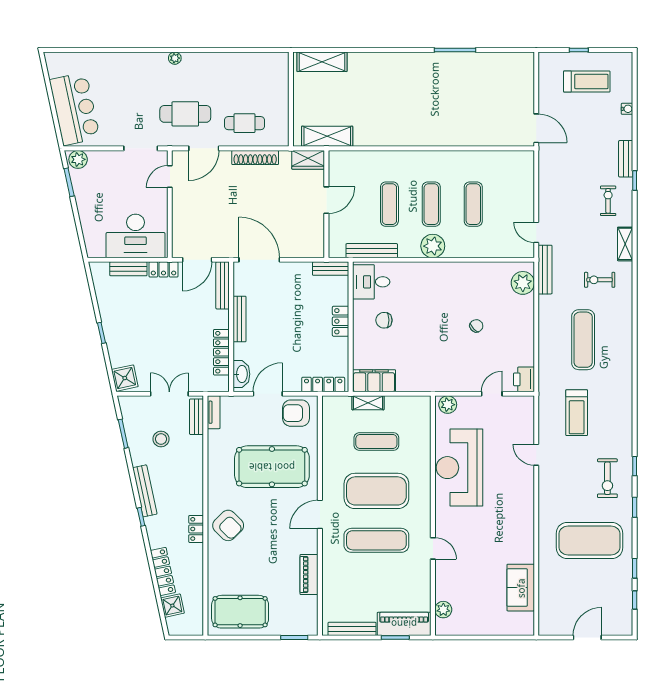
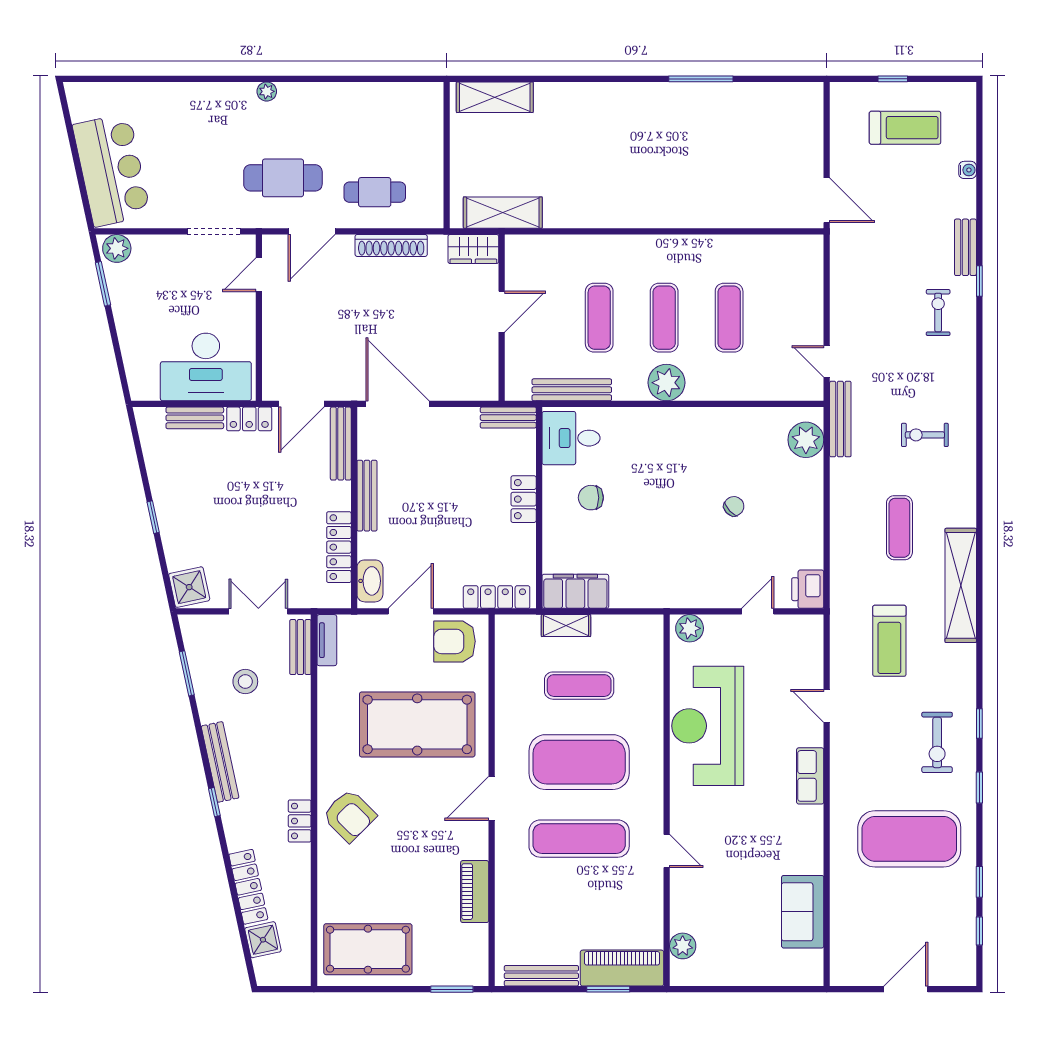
shelving: (625, 244) -> (961, 585), moved, width x2.20, depth x1.33
exercise mat: (583, 340) -> (899, 528), width x0.73, depth x0.69
row of seats: (526, 500) -> (810, 776), added

